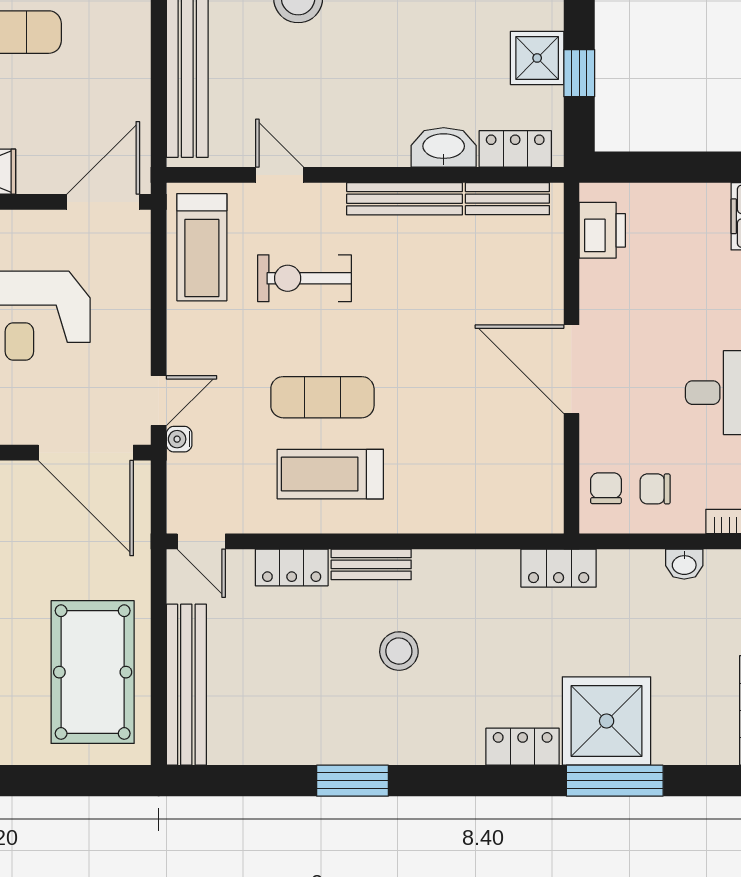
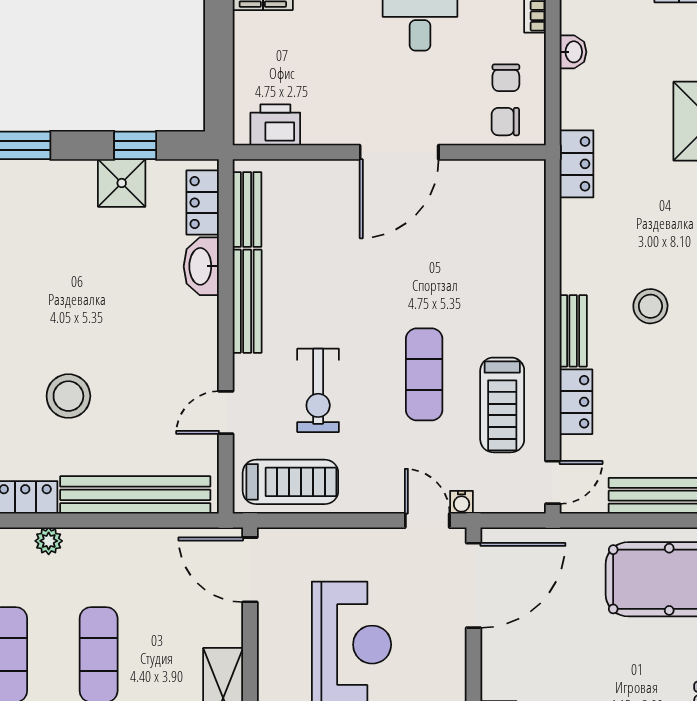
treadmill: (330, 474) -> (502, 405), moved

